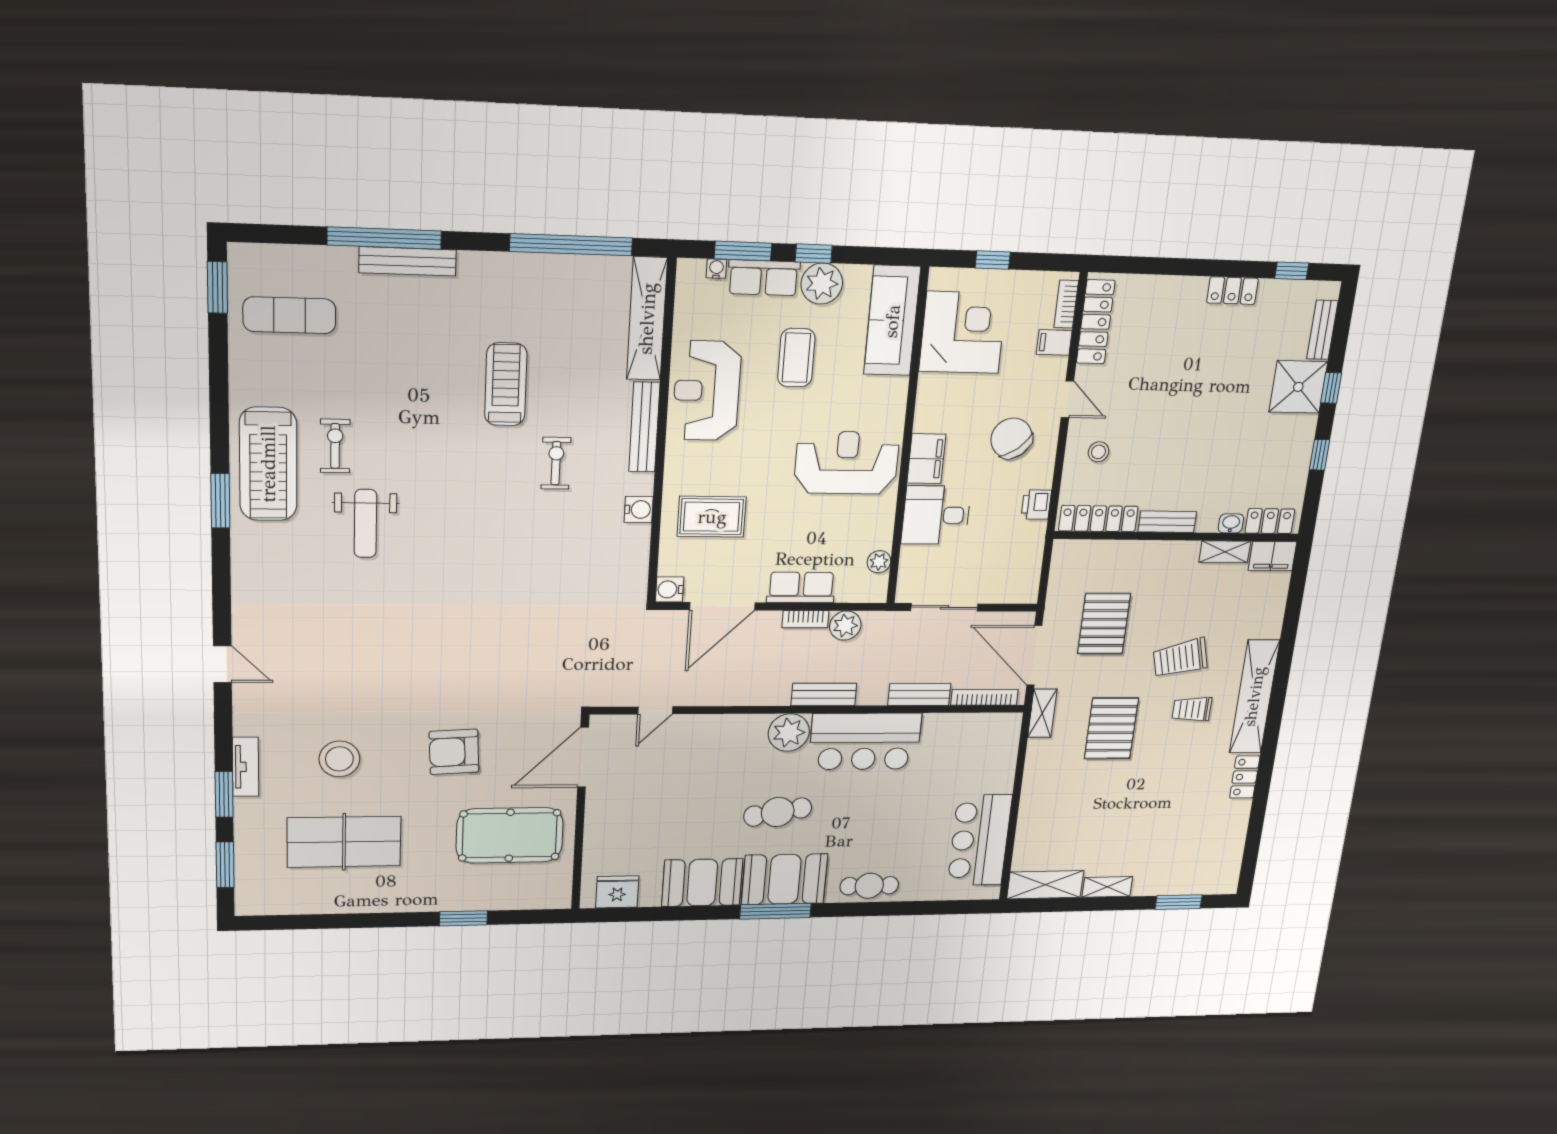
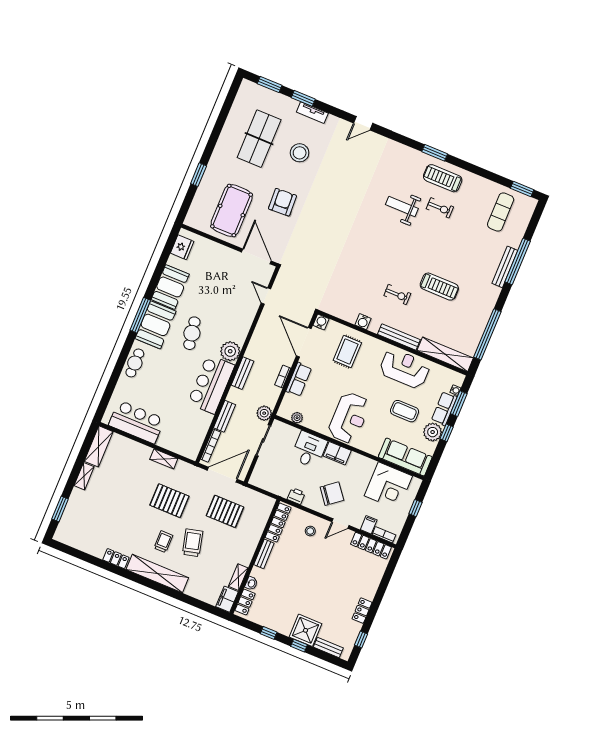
treadmill: (268, 464) -> (443, 178), width x0.73, depth x0.73
plant: (845, 626) -> (264, 413), moved
shelving: (1042, 713) -> (164, 459), moved

